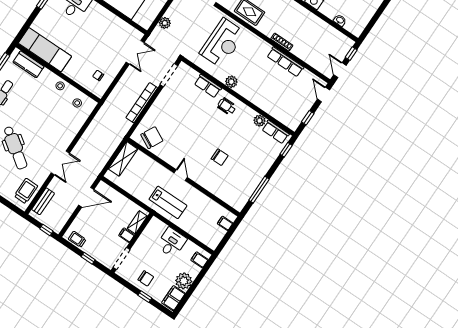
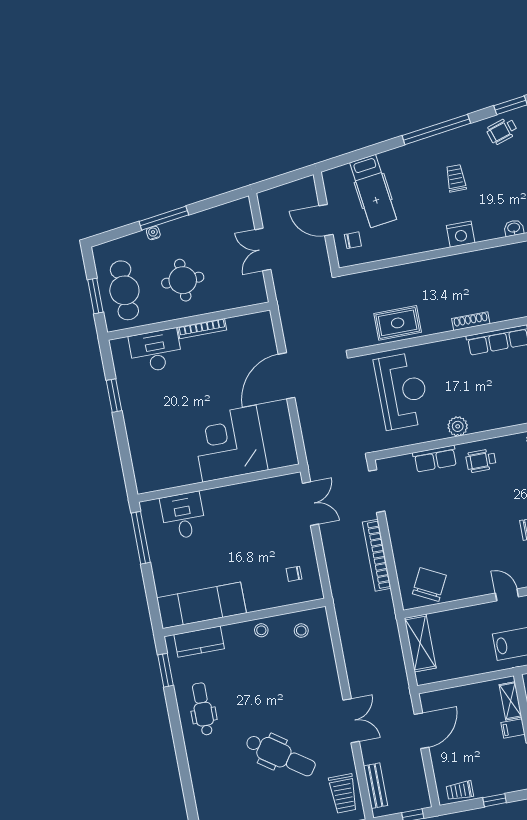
plant: (165, 23) -> (311, 435), removed
trolley: (26, 191) -> (343, 794), turned 180

